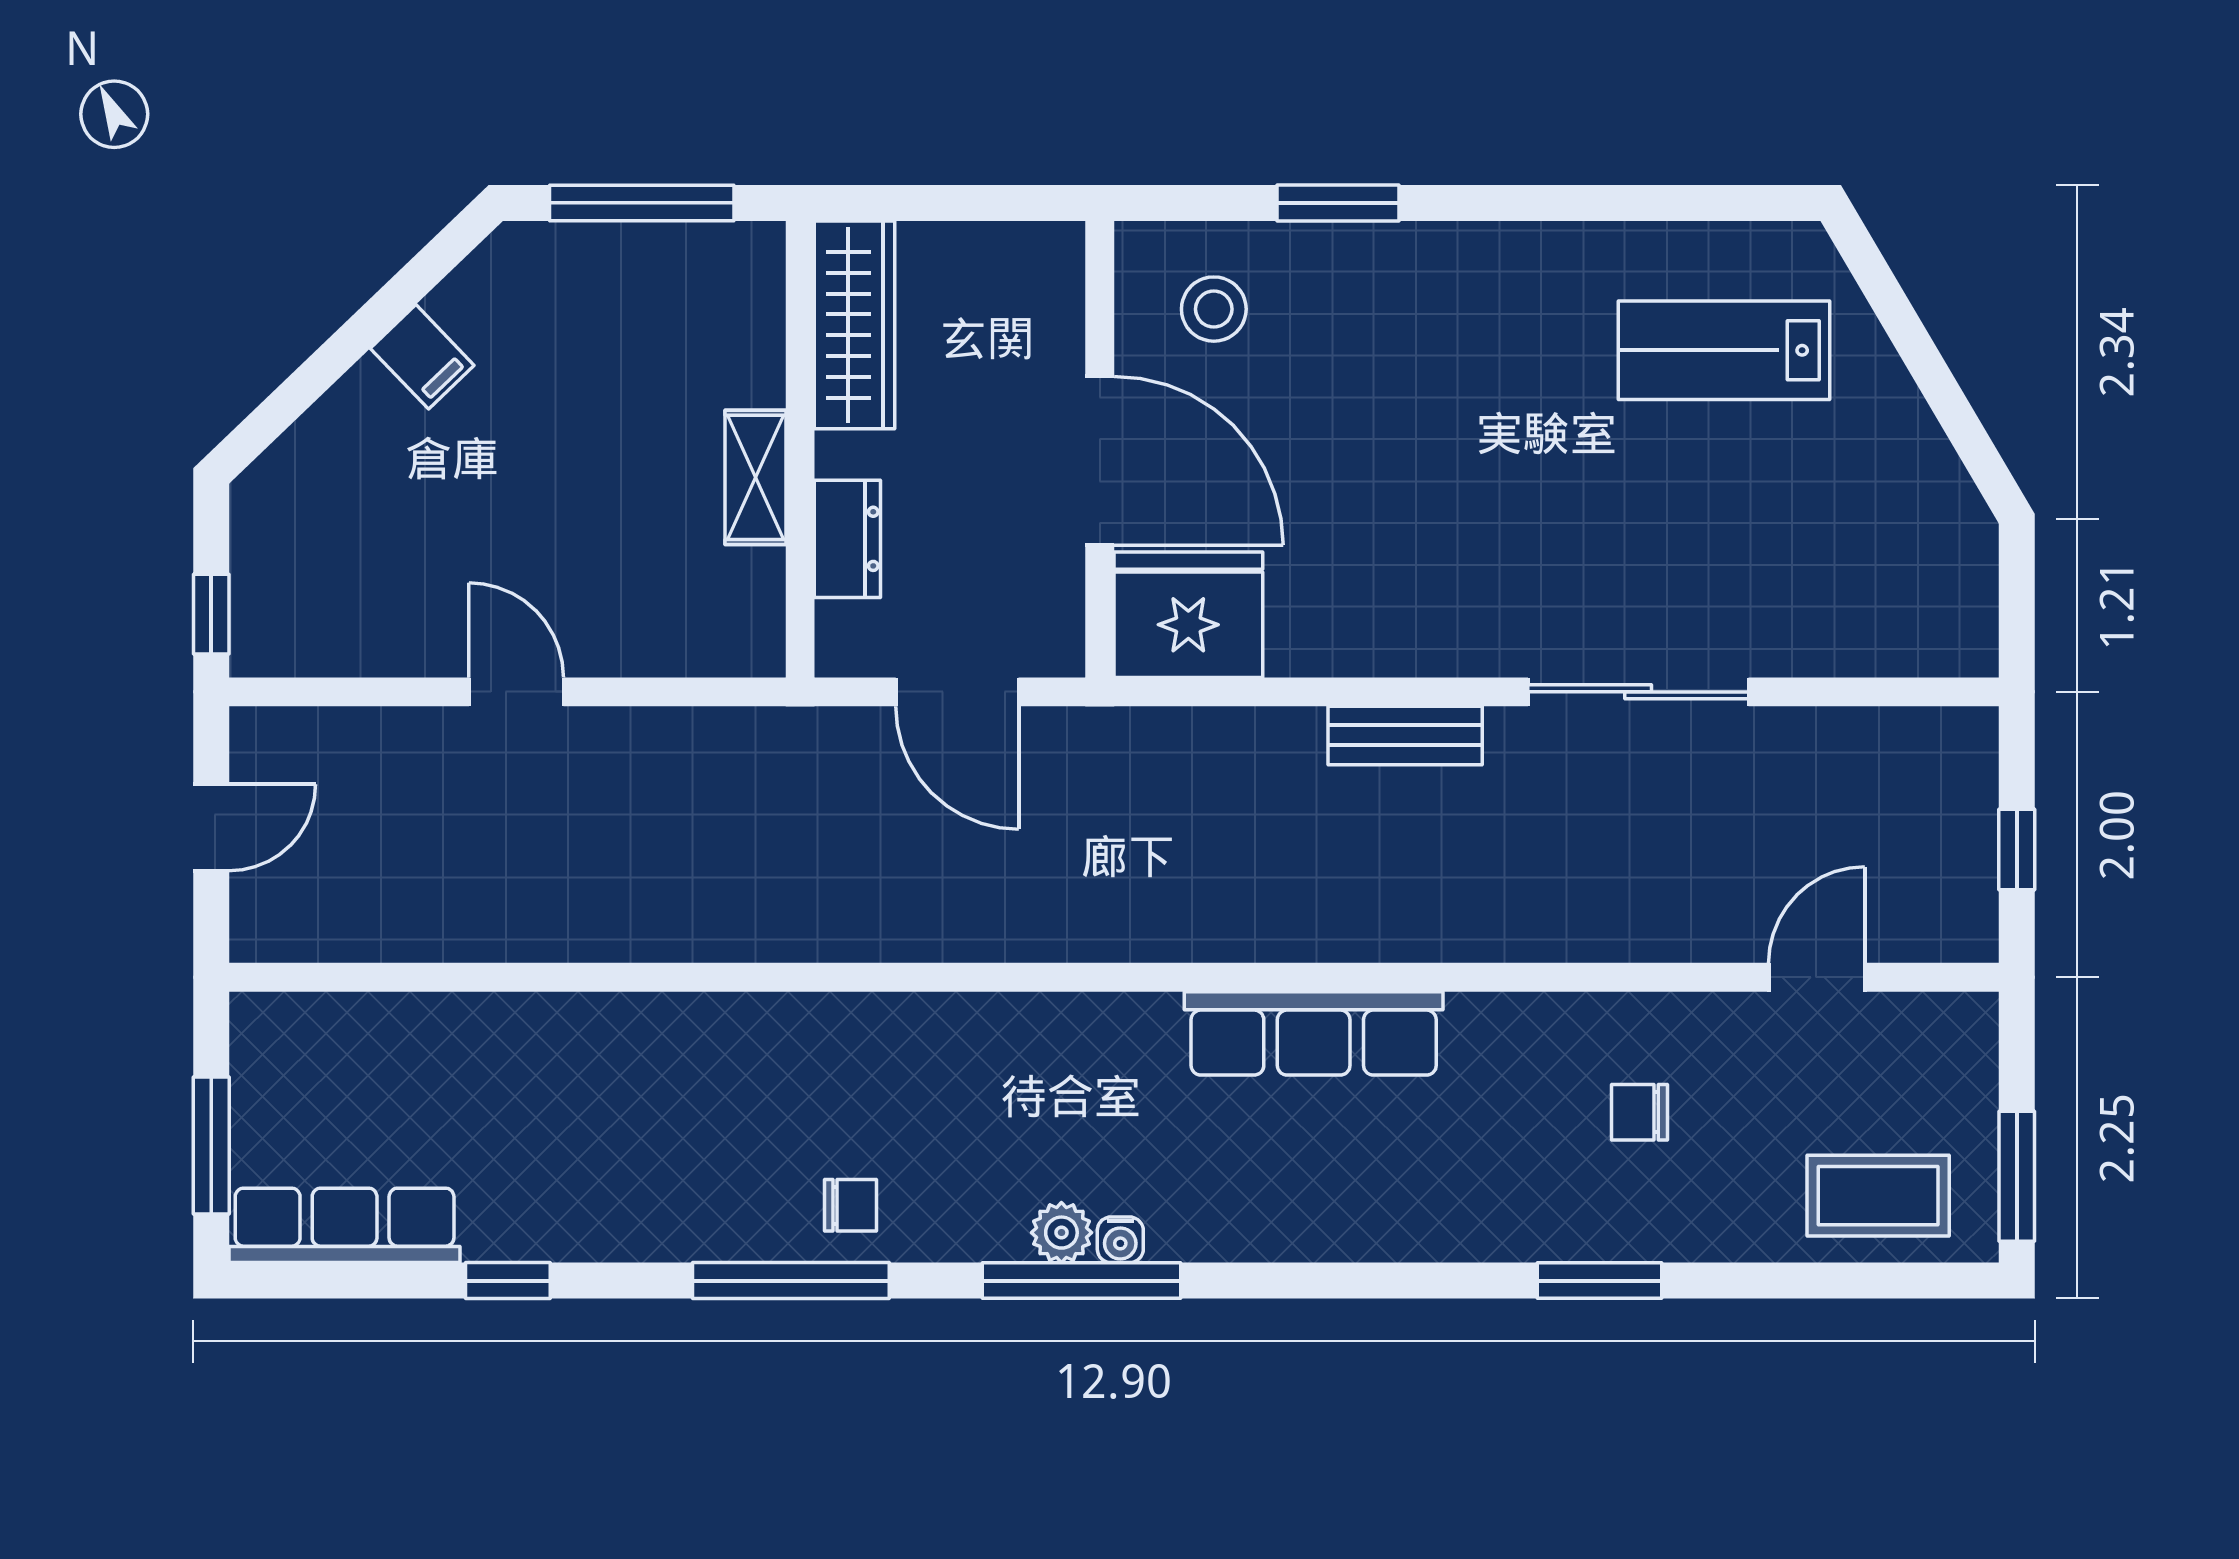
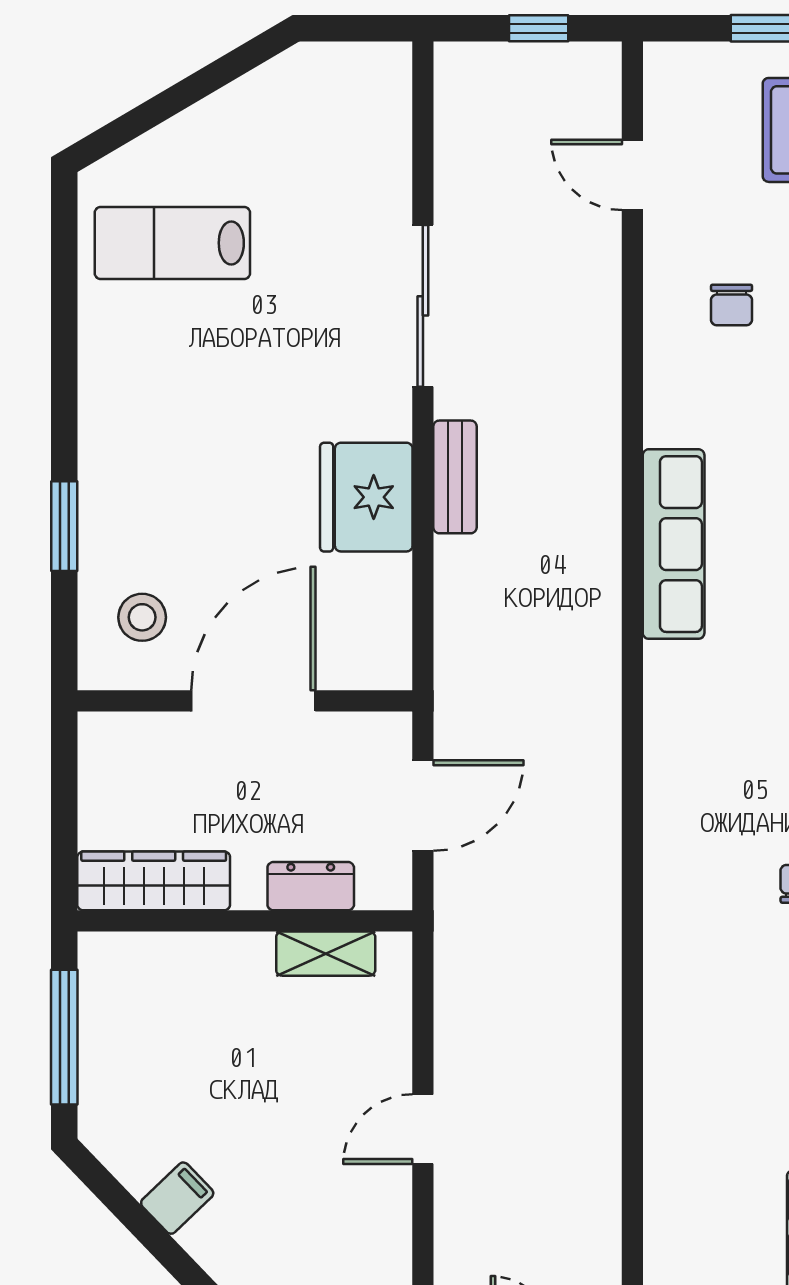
lab bench: (1724, 350) -> (172, 243), turned 90
shelving: (755, 477) -> (326, 954), moved
fridge: (1188, 615) -> (366, 497), moved

